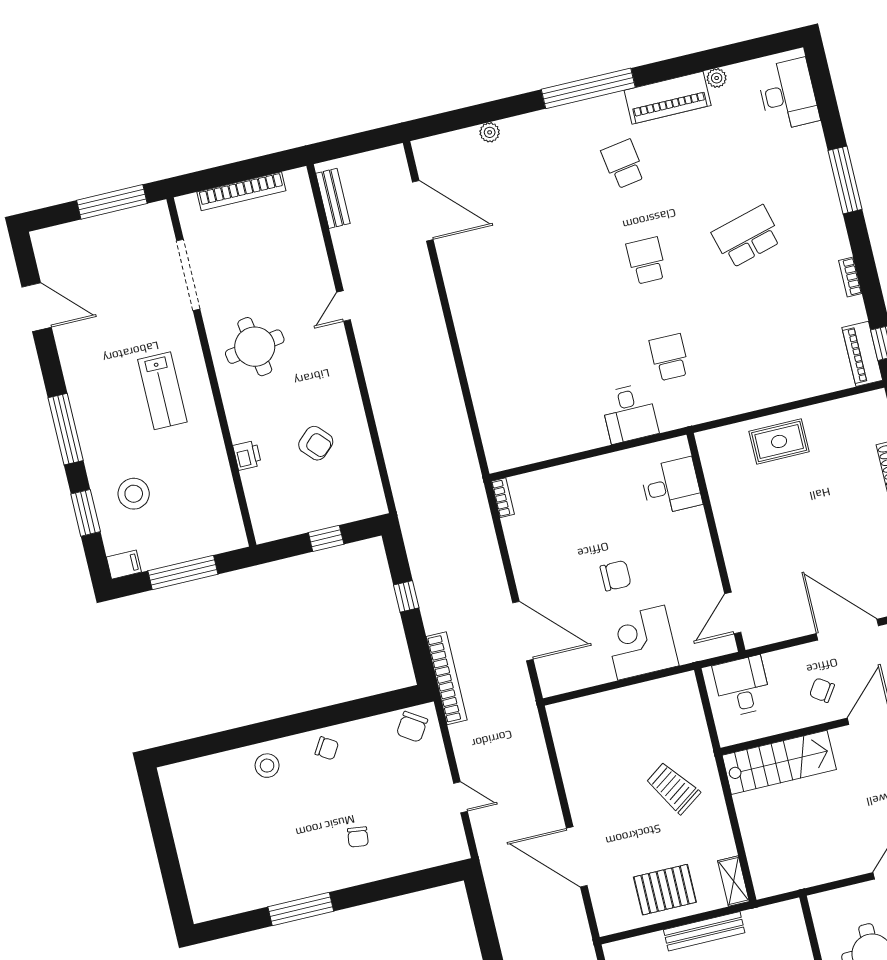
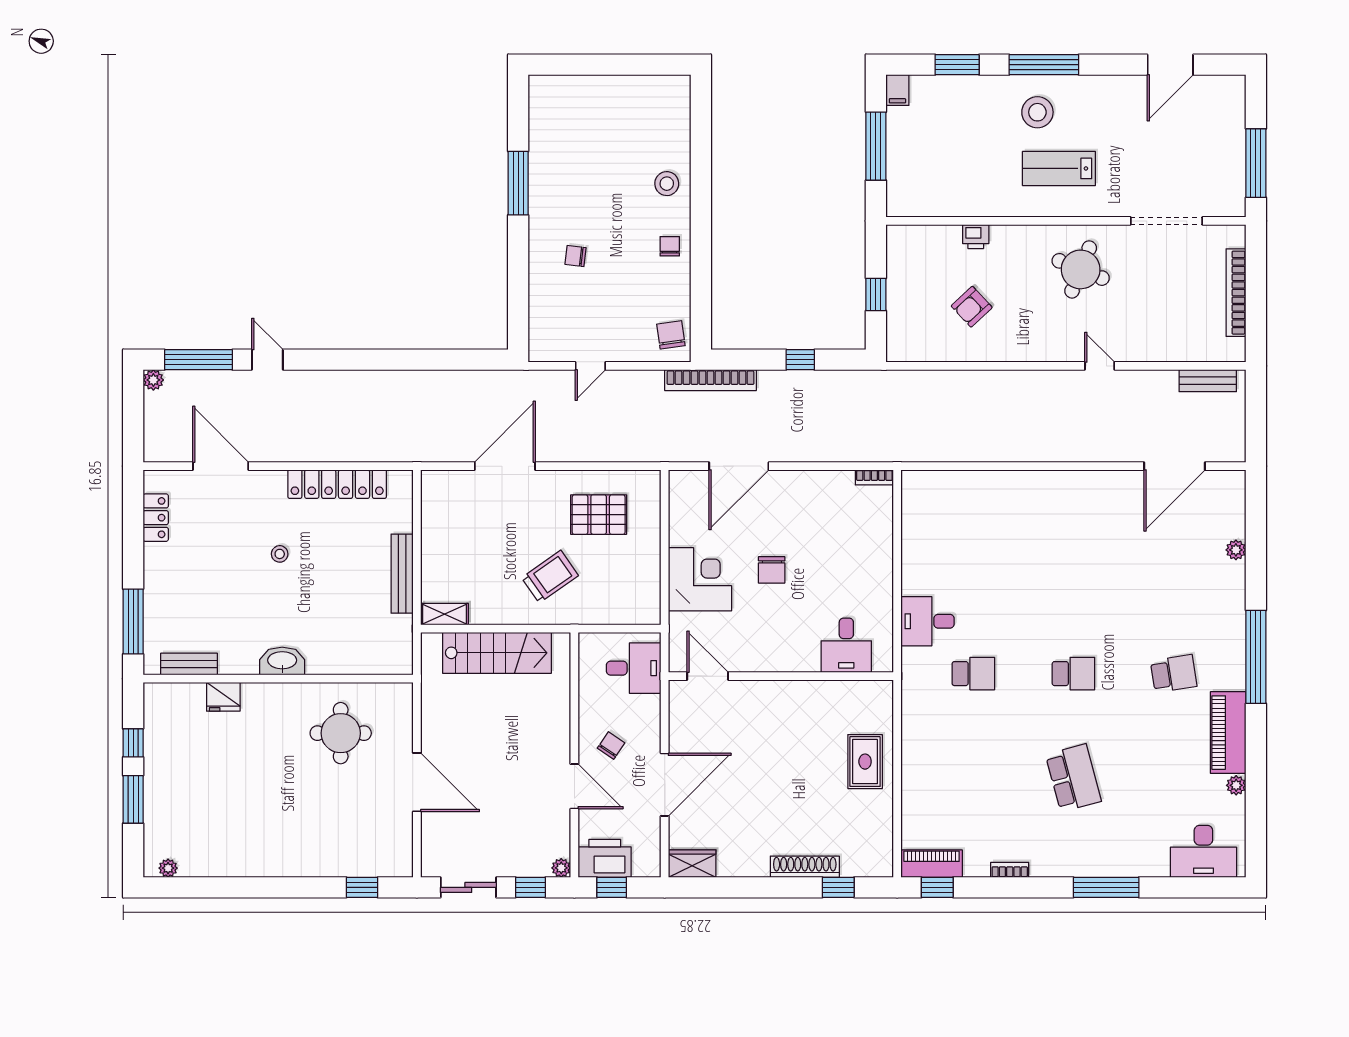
round table: (255, 347) -> (1081, 269), turned 31
stool: (134, 494) -> (1037, 112), moved
chair: (412, 727) -> (671, 335), turned 49
chair: (327, 748) -> (670, 246), turned 148
stairs: (779, 762) -> (497, 653), moved, turned -90
pallet: (665, 890) -> (599, 515), moved, turned 90

